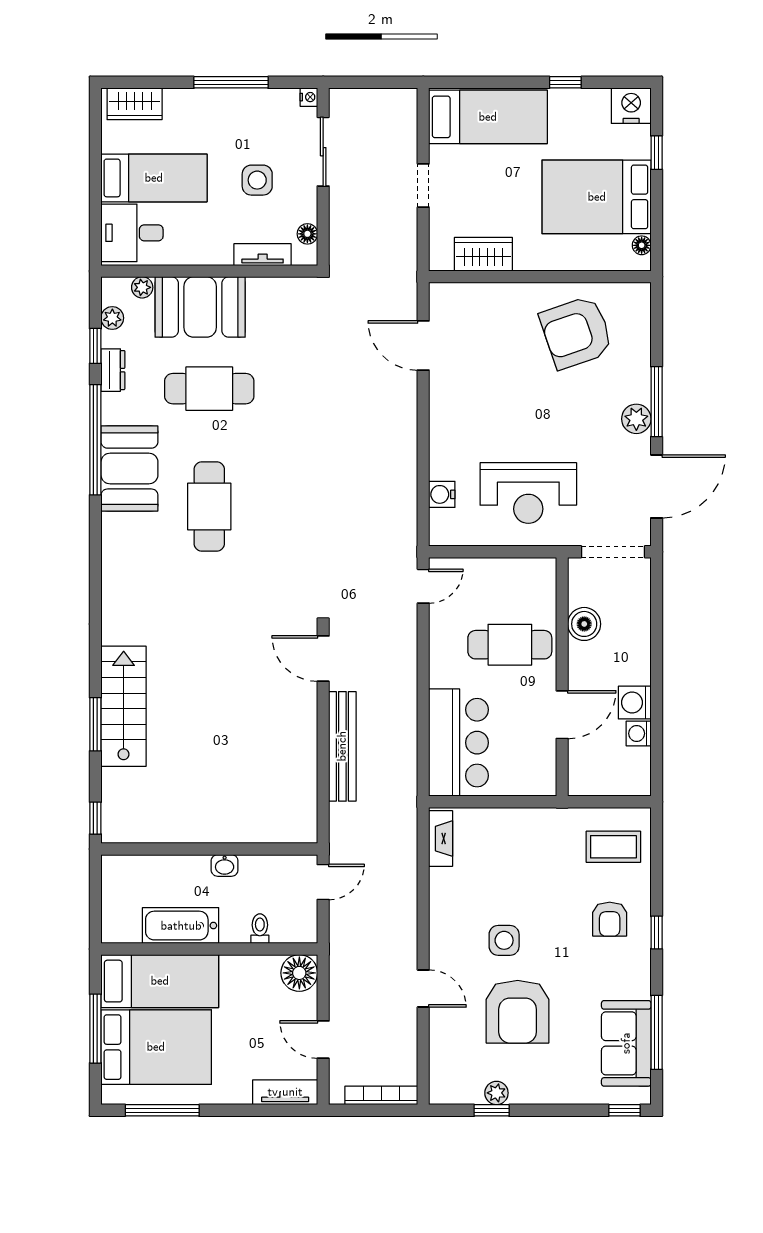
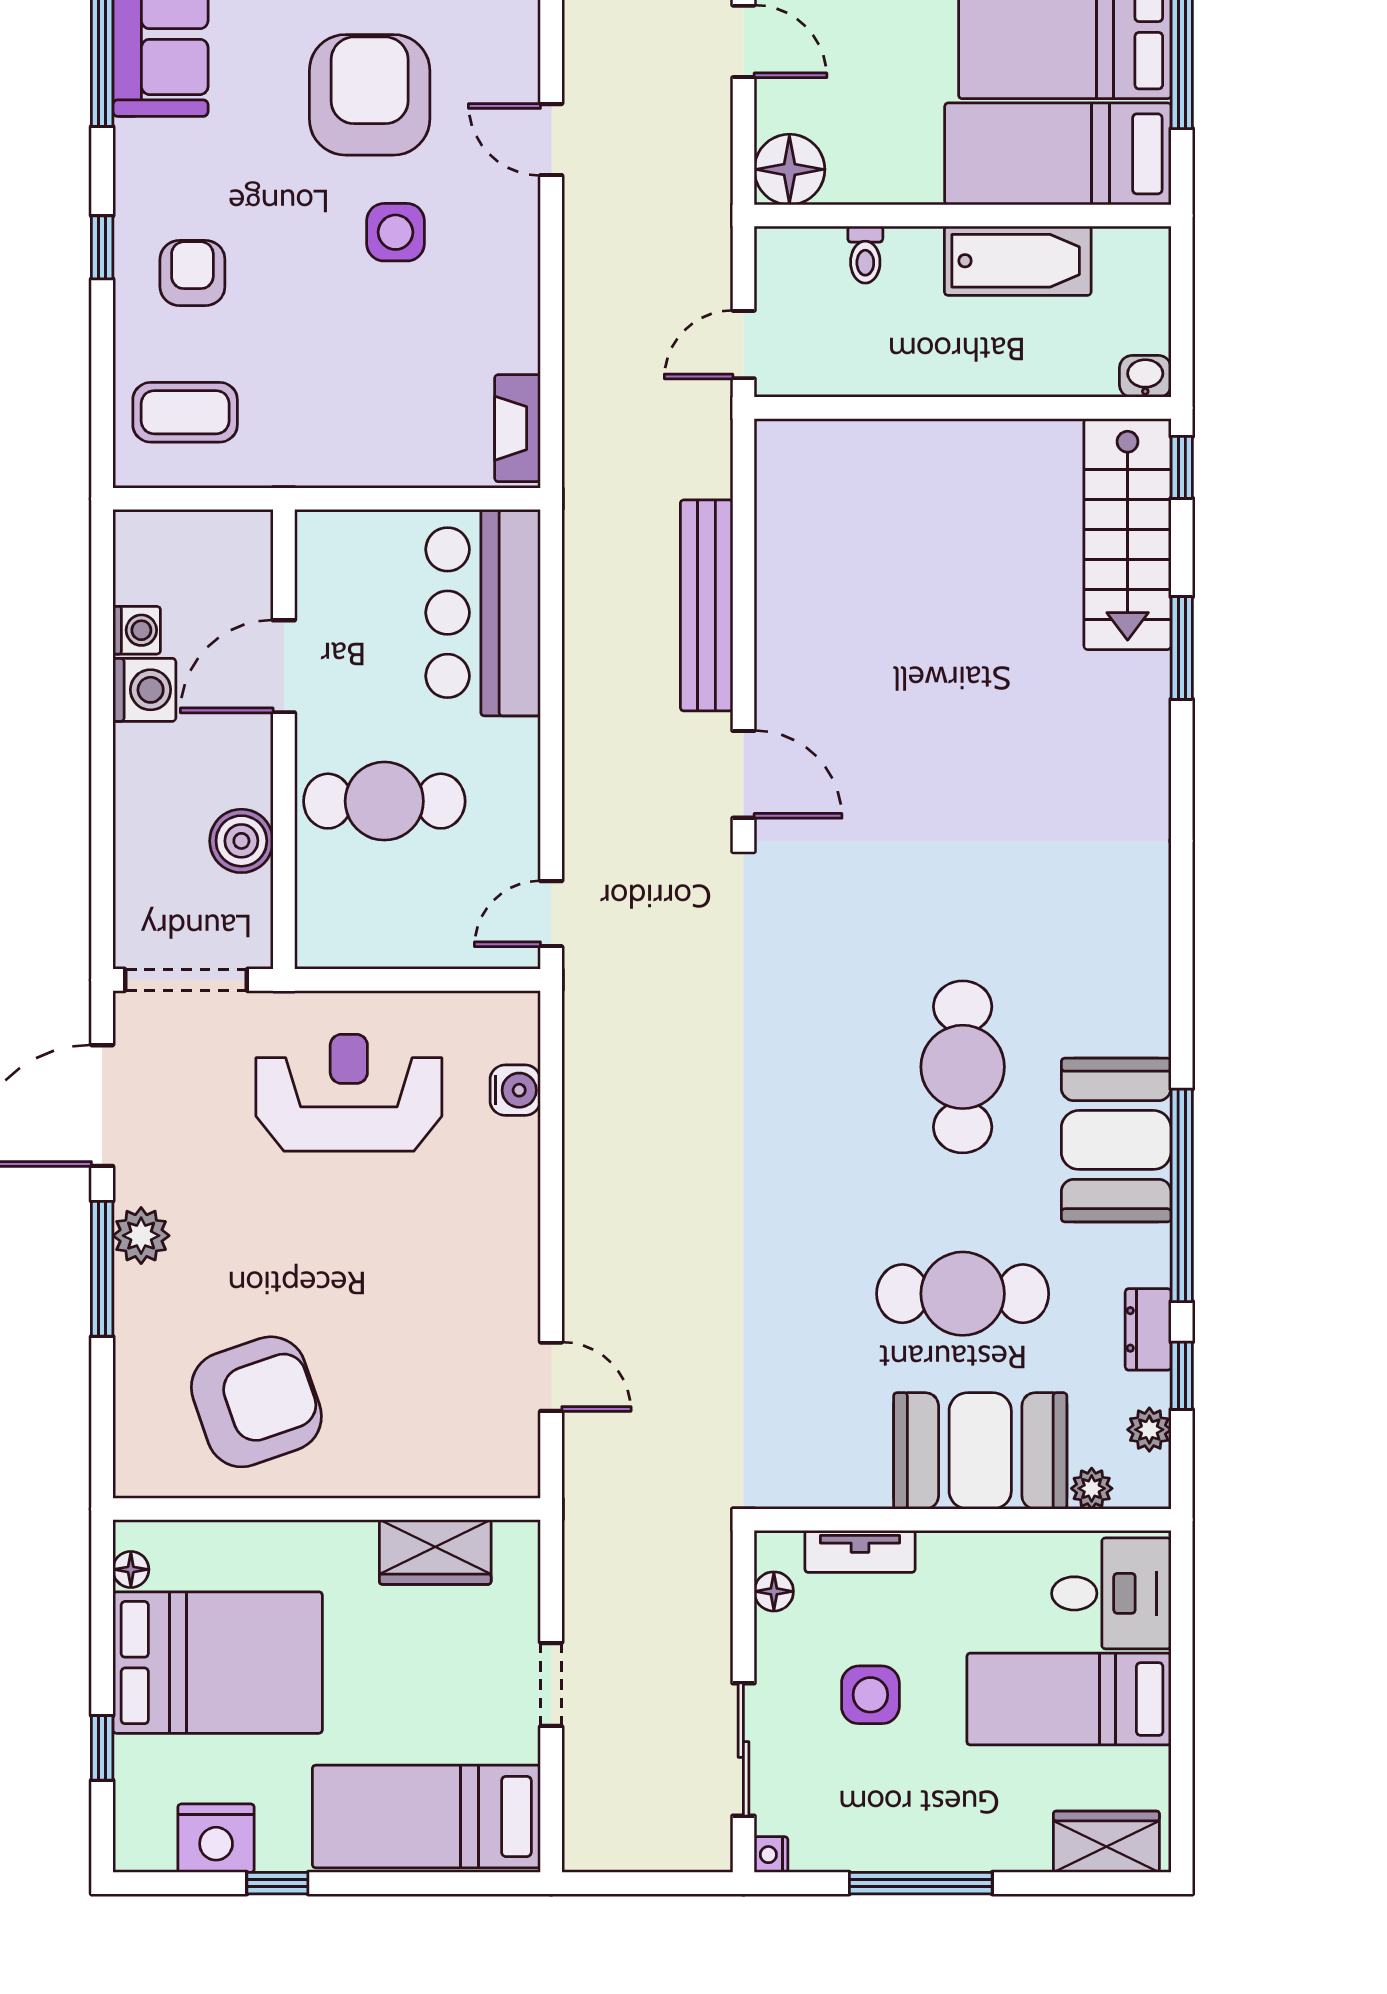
nightstand: (631, 106) -> (216, 1838), moved
door: (423, 345) -> (551, 1377), width x0.73
stairs: (124, 706) -> (1128, 534), moved
washbasin: (225, 865) -> (1145, 376), moved

